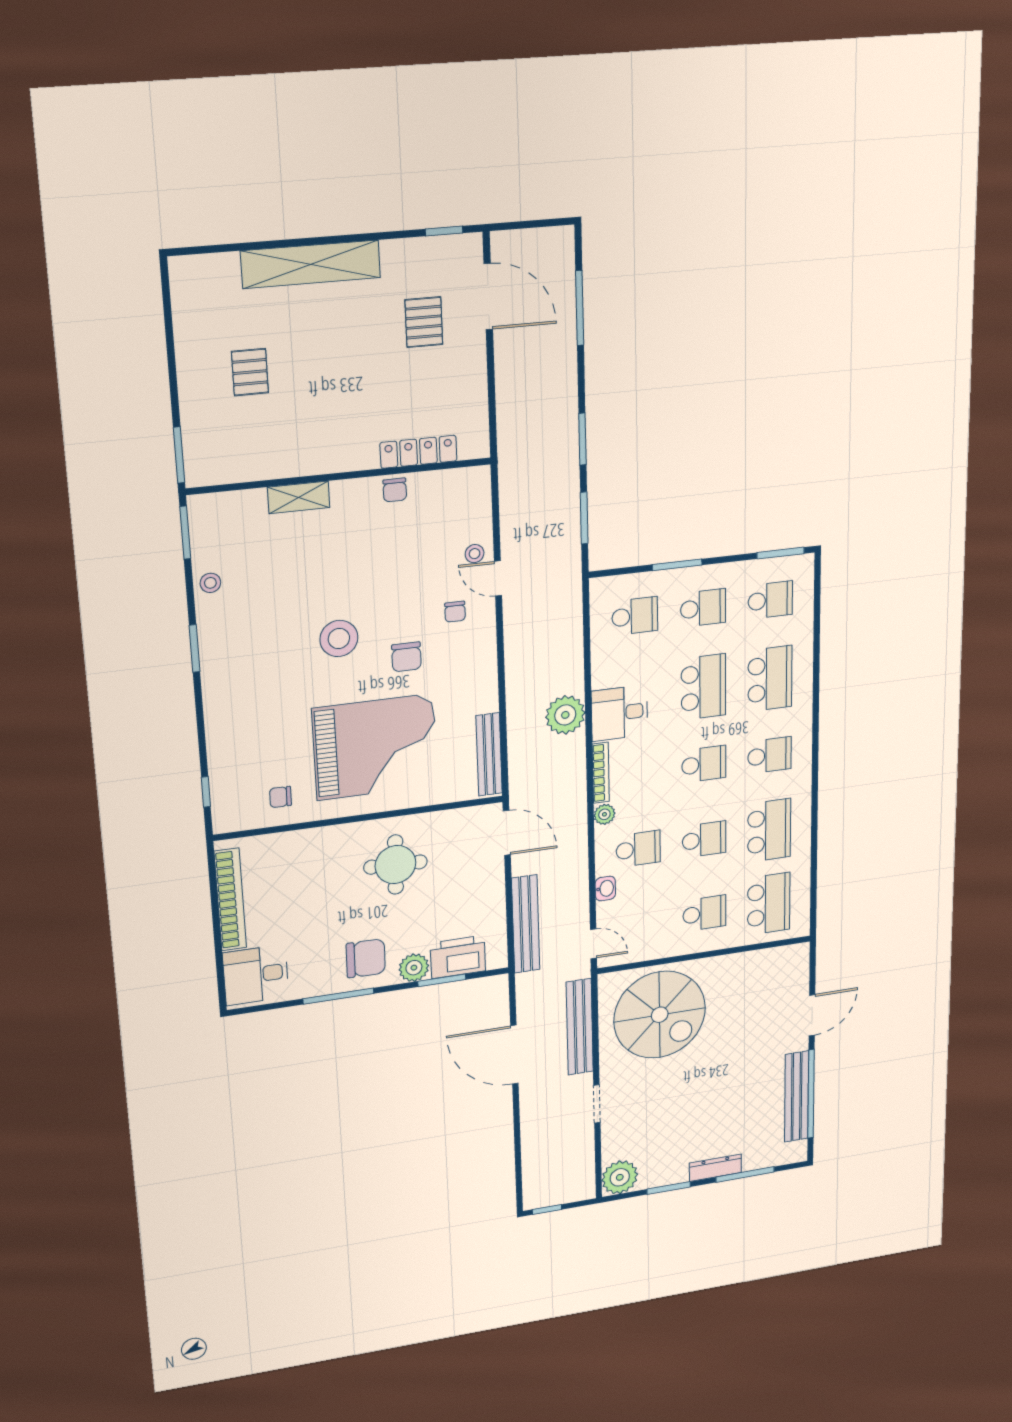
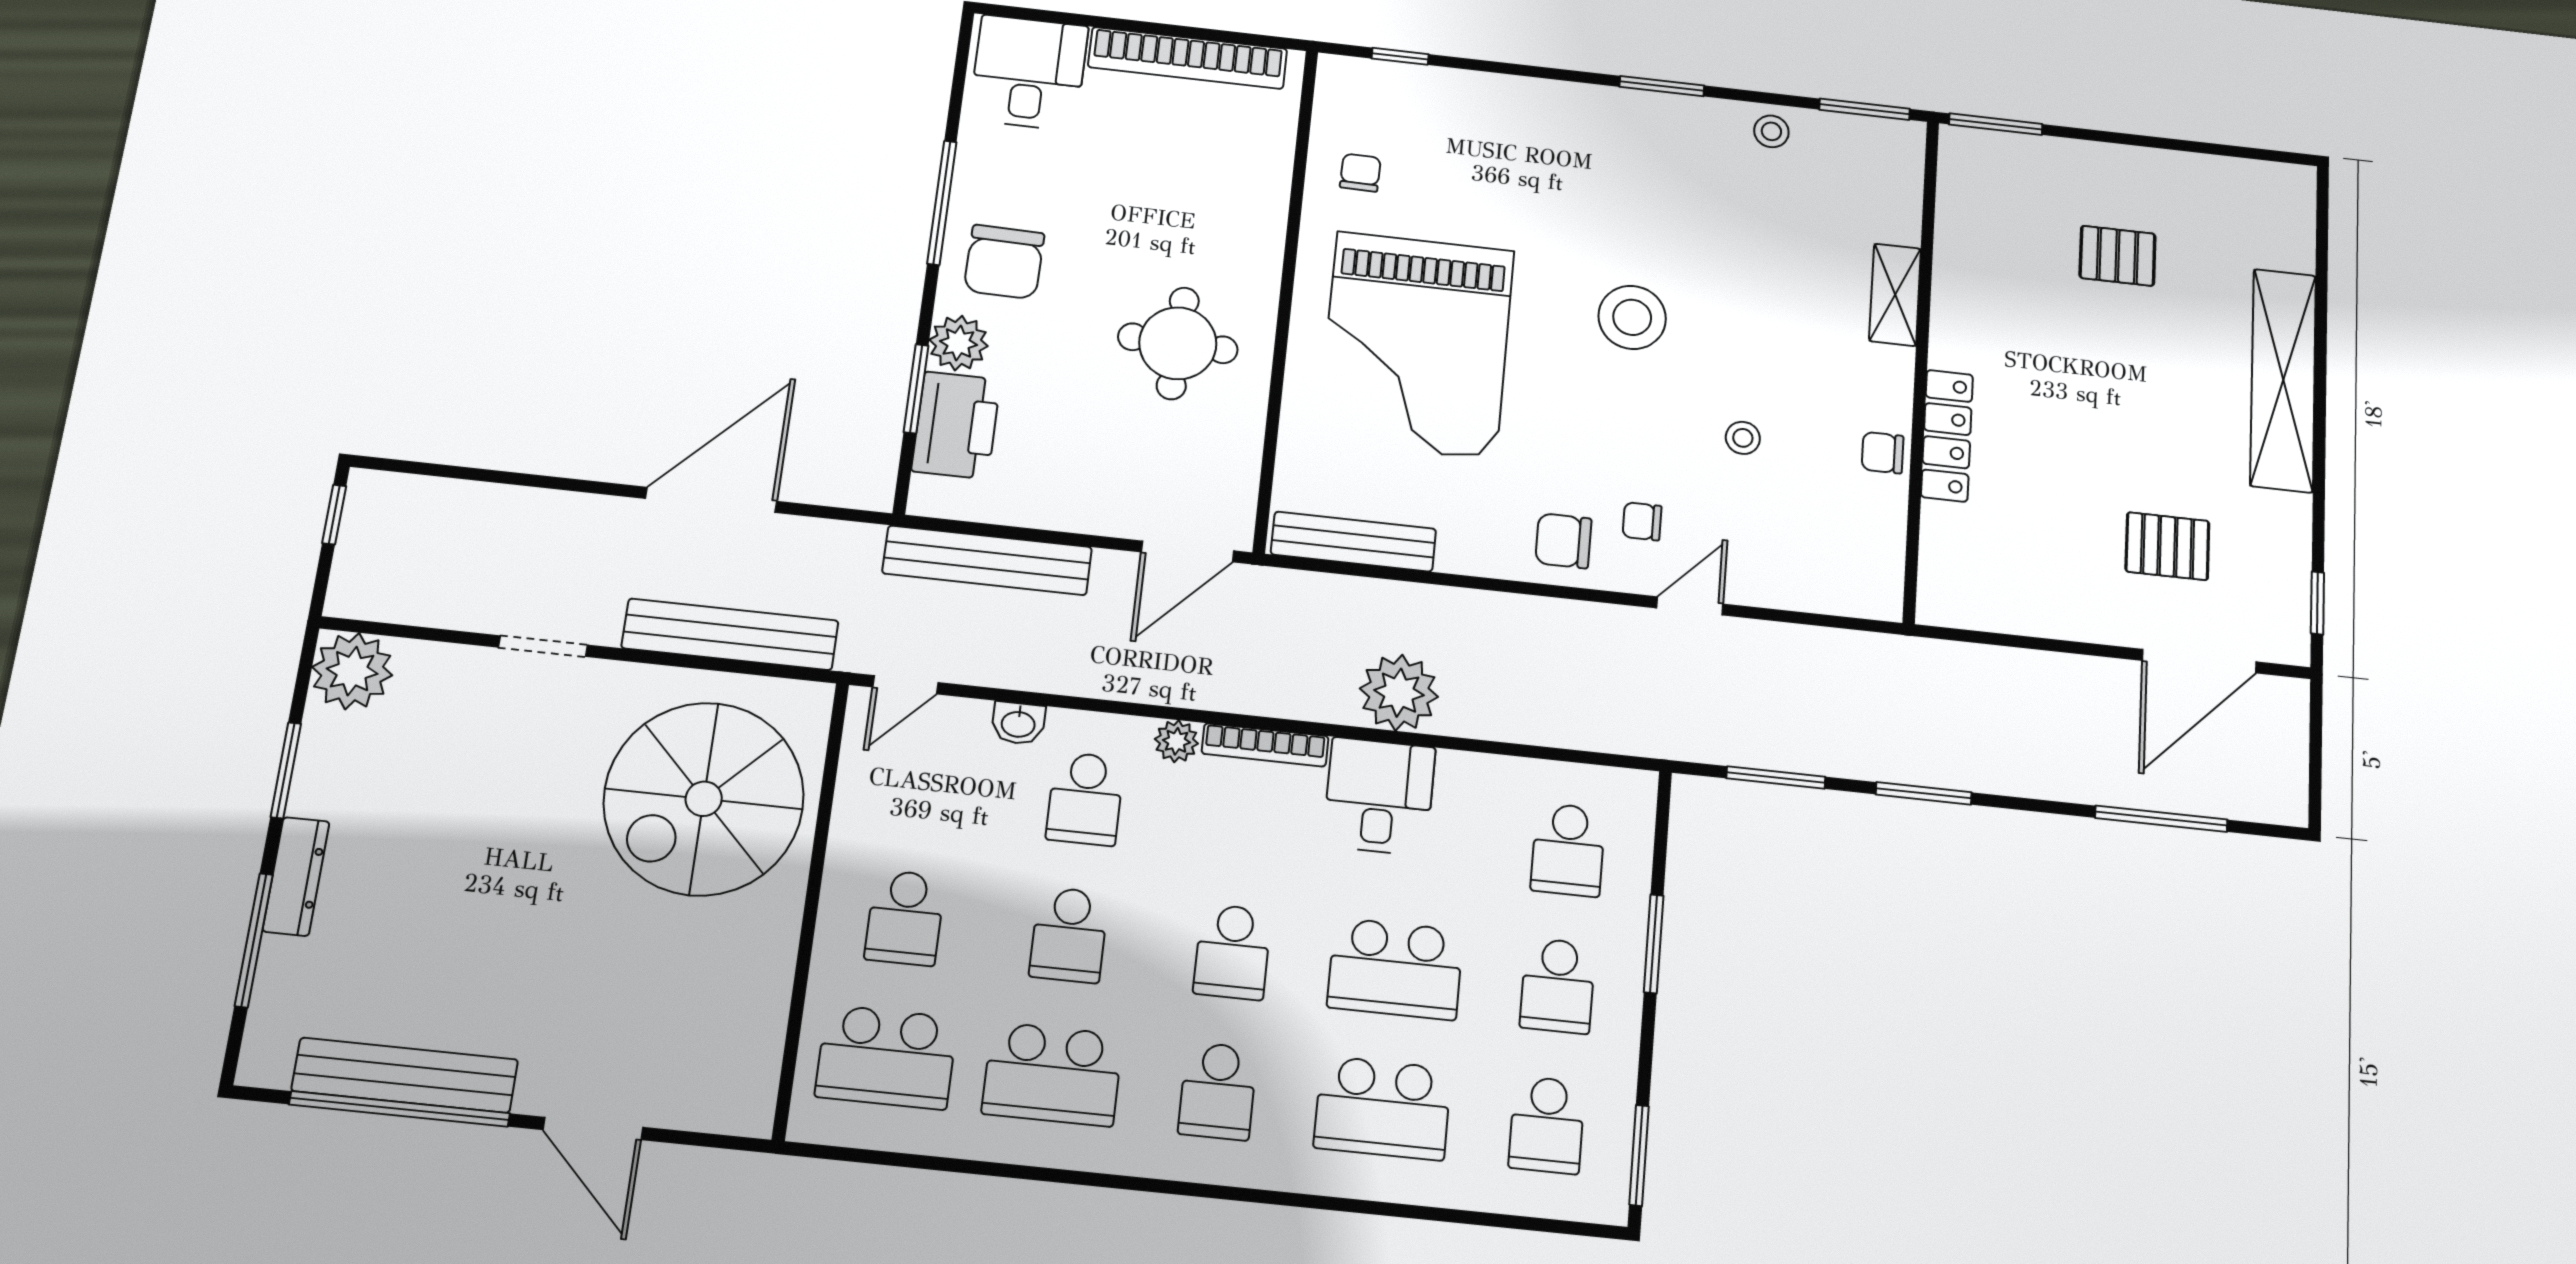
locker: (418, 452) -> (1947, 436), moved
stool: (475, 554) -> (1743, 438), moved
chair: (406, 657) -> (1563, 541), moved

